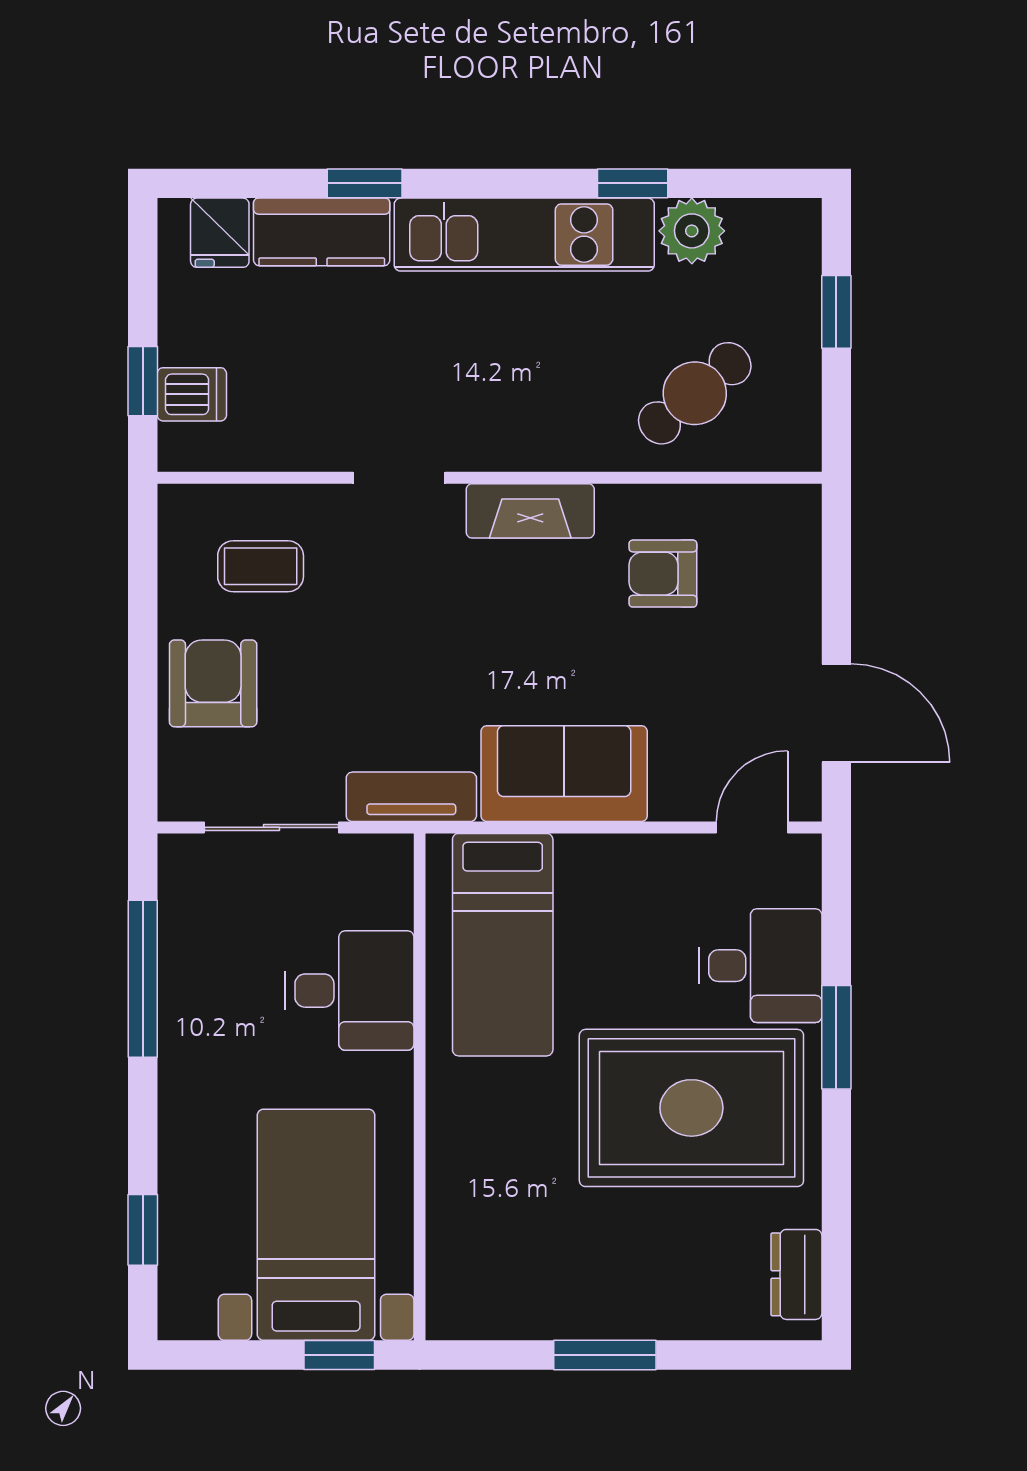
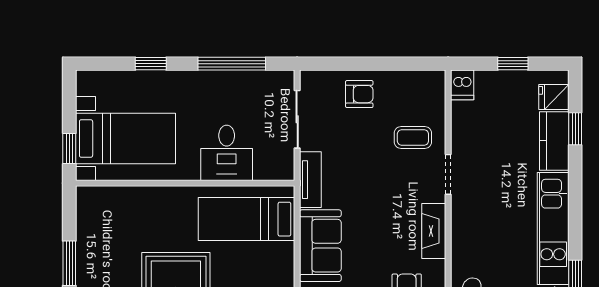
window: (365, 183) -> (575, 129), moved
window: (143, 381) -> (513, 64), moved
dishwasher: (192, 394) -> (462, 85), moved
coffee table: (261, 566) -> (413, 138), moved, turned 90
armchair: (213, 683) -> (359, 94), width x0.72, depth x0.72
window: (143, 1230) -> (151, 64), moved

